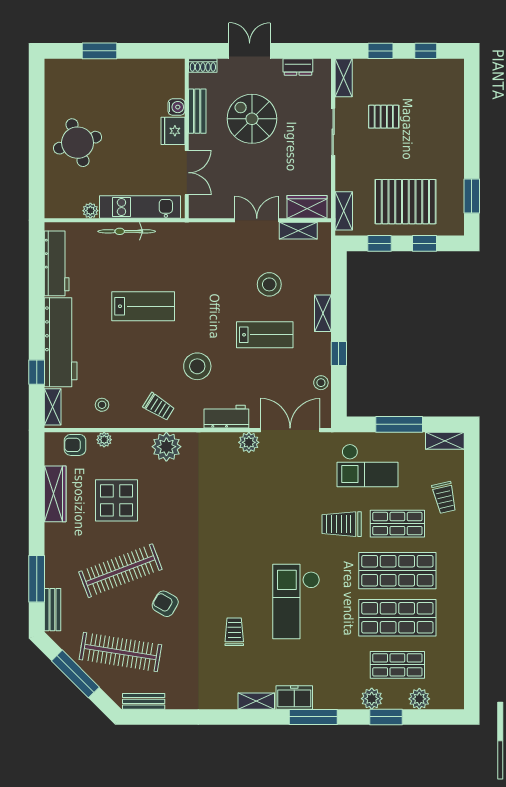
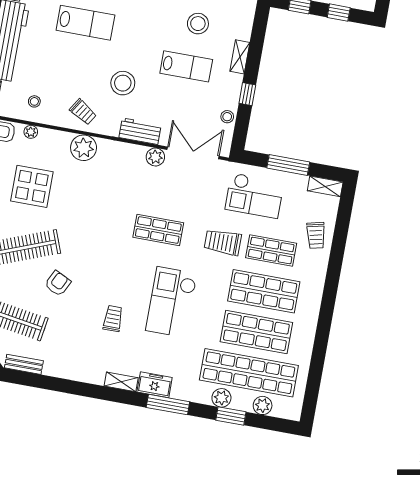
shop shelf: (267, 524) -> (158, 230), added
armchair: (165, 604) -> (58, 283), turned 86
shop shelf: (397, 665) -> (249, 373), width x2.00, depth x1.36

